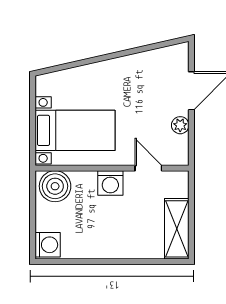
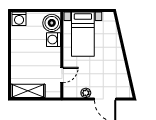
washing machine: (110, 183) -> (54, 40), moved

